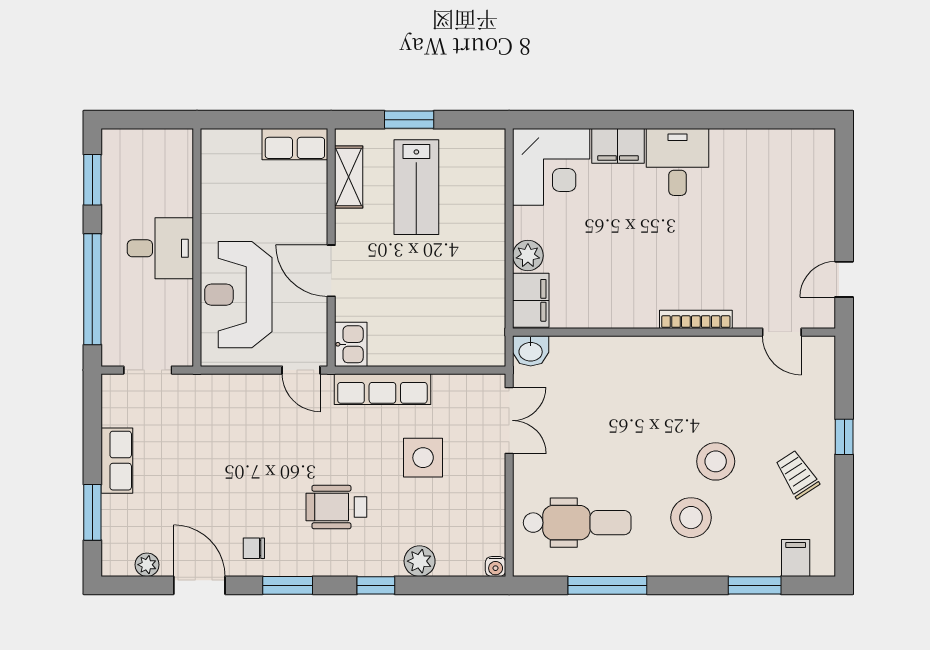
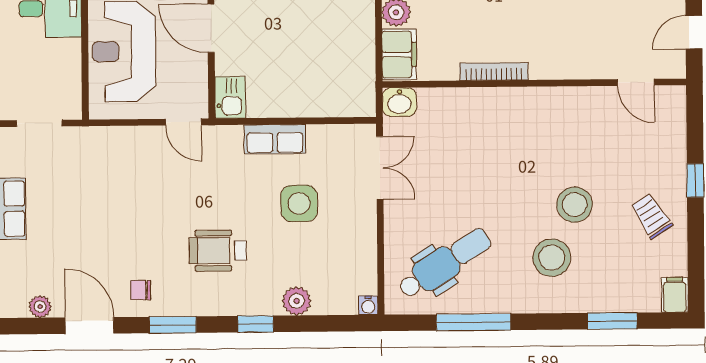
bookcase: (696, 319) -> (494, 72), moved
row of seats: (382, 389) -> (275, 139), width x0.68
dental chair: (577, 523) -> (445, 263), turned -33
filing cabinet: (796, 558) -> (675, 295), moved

